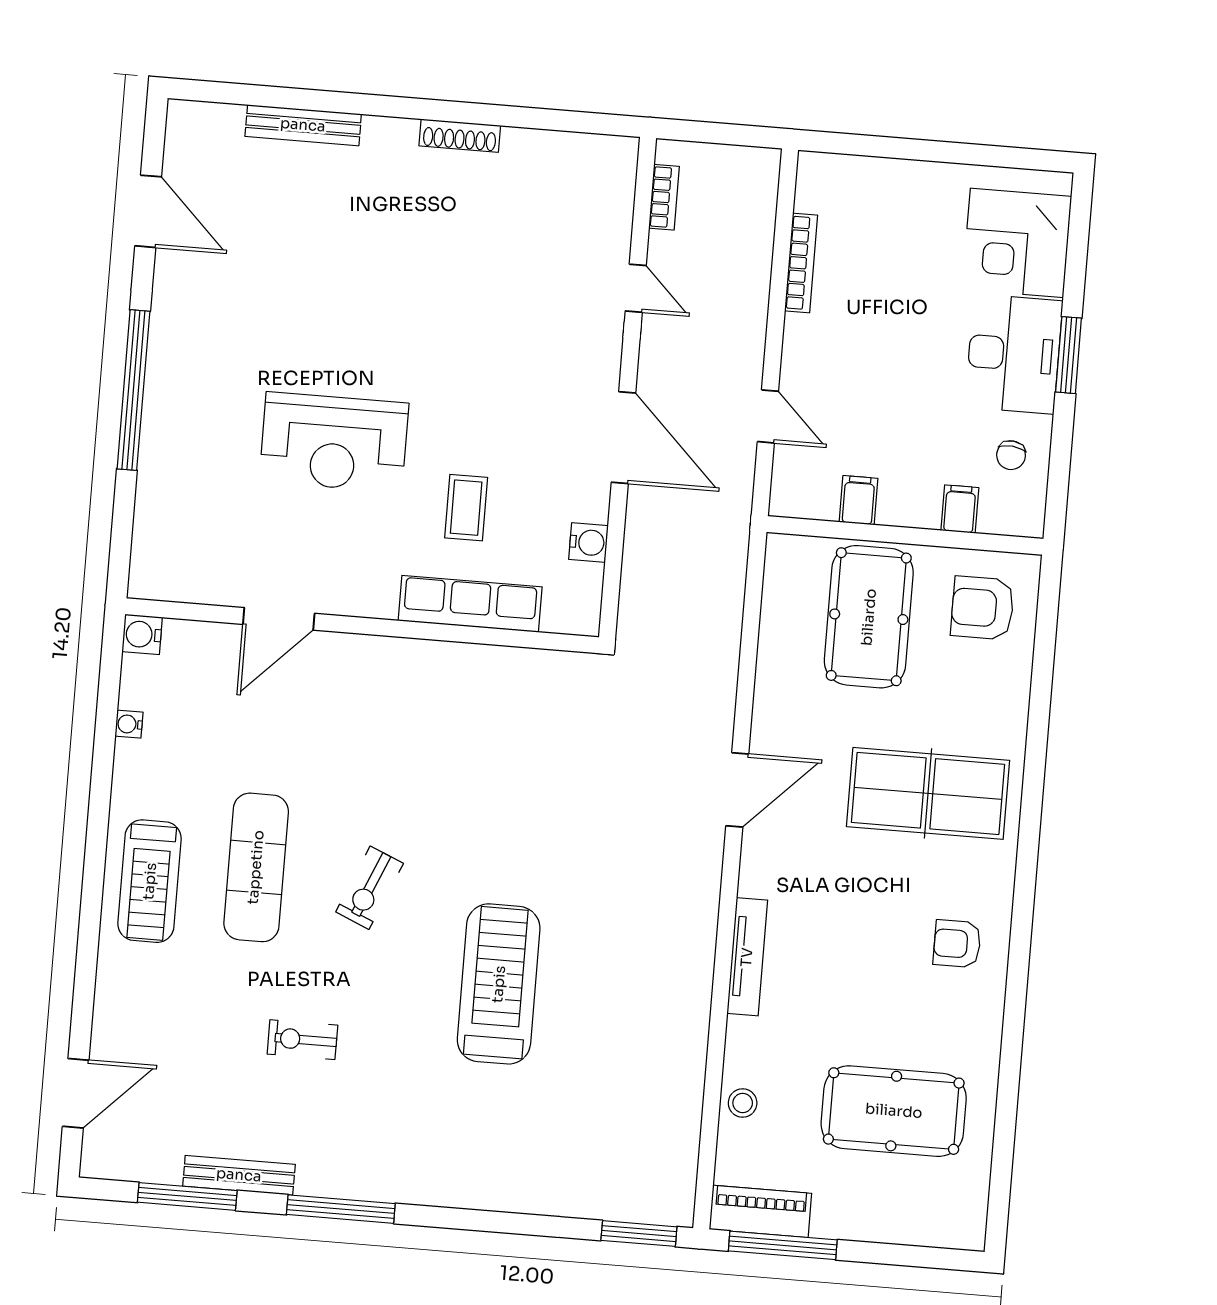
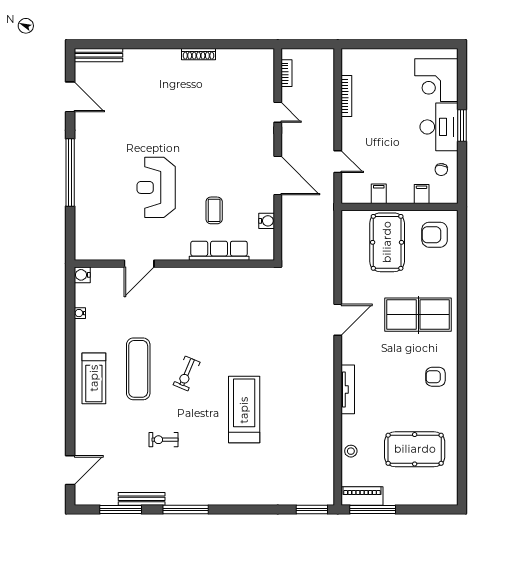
bench: (303, 125) -> (98, 55), moved
reception desk: (334, 442) -> (156, 187), turned 90

